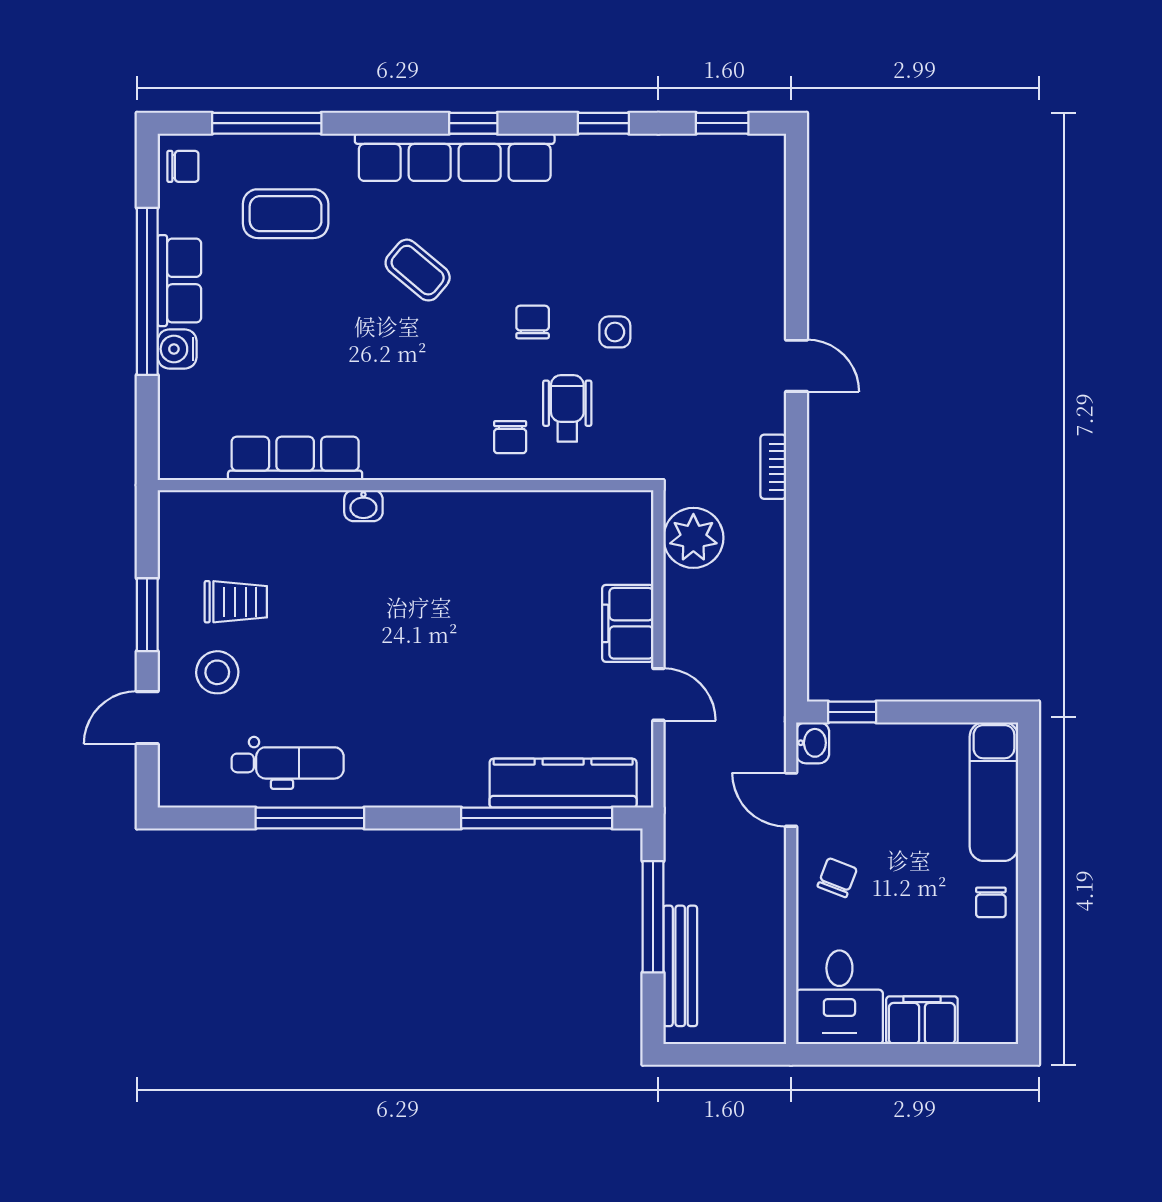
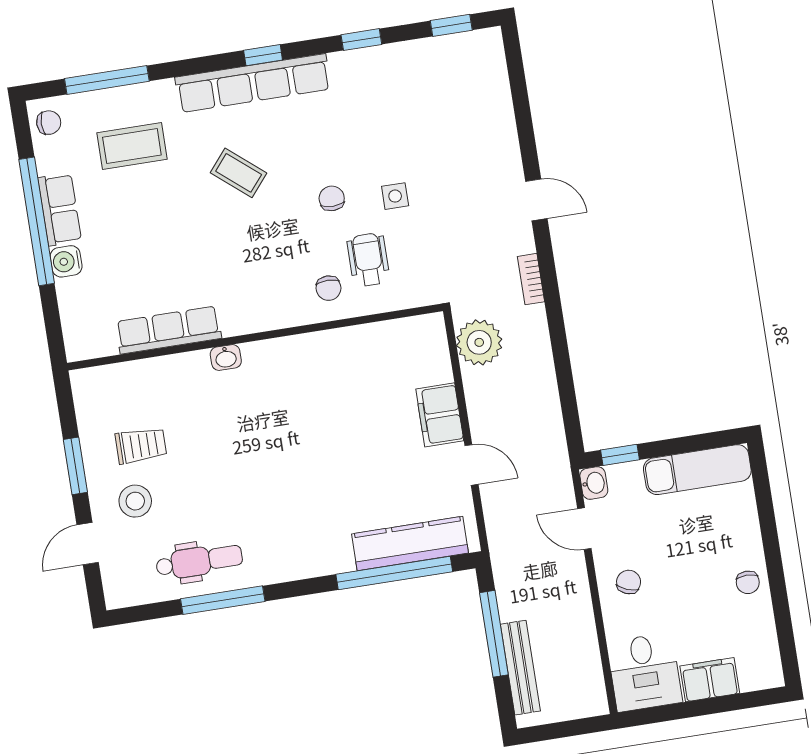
exam couch: (994, 792) -> (697, 470), moved, turned -90

